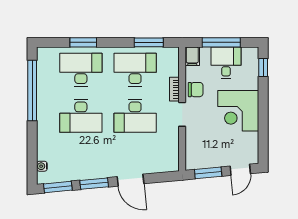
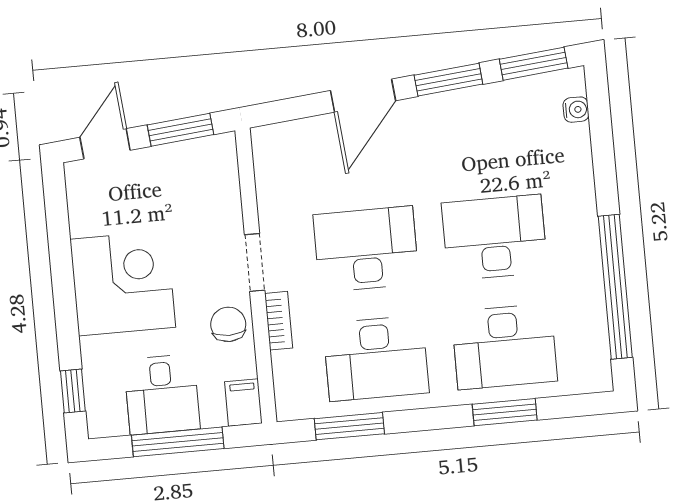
chair: (196, 90) -> (228, 324), turned 90
door: (130, 180) -> (363, 96), swing flipped

